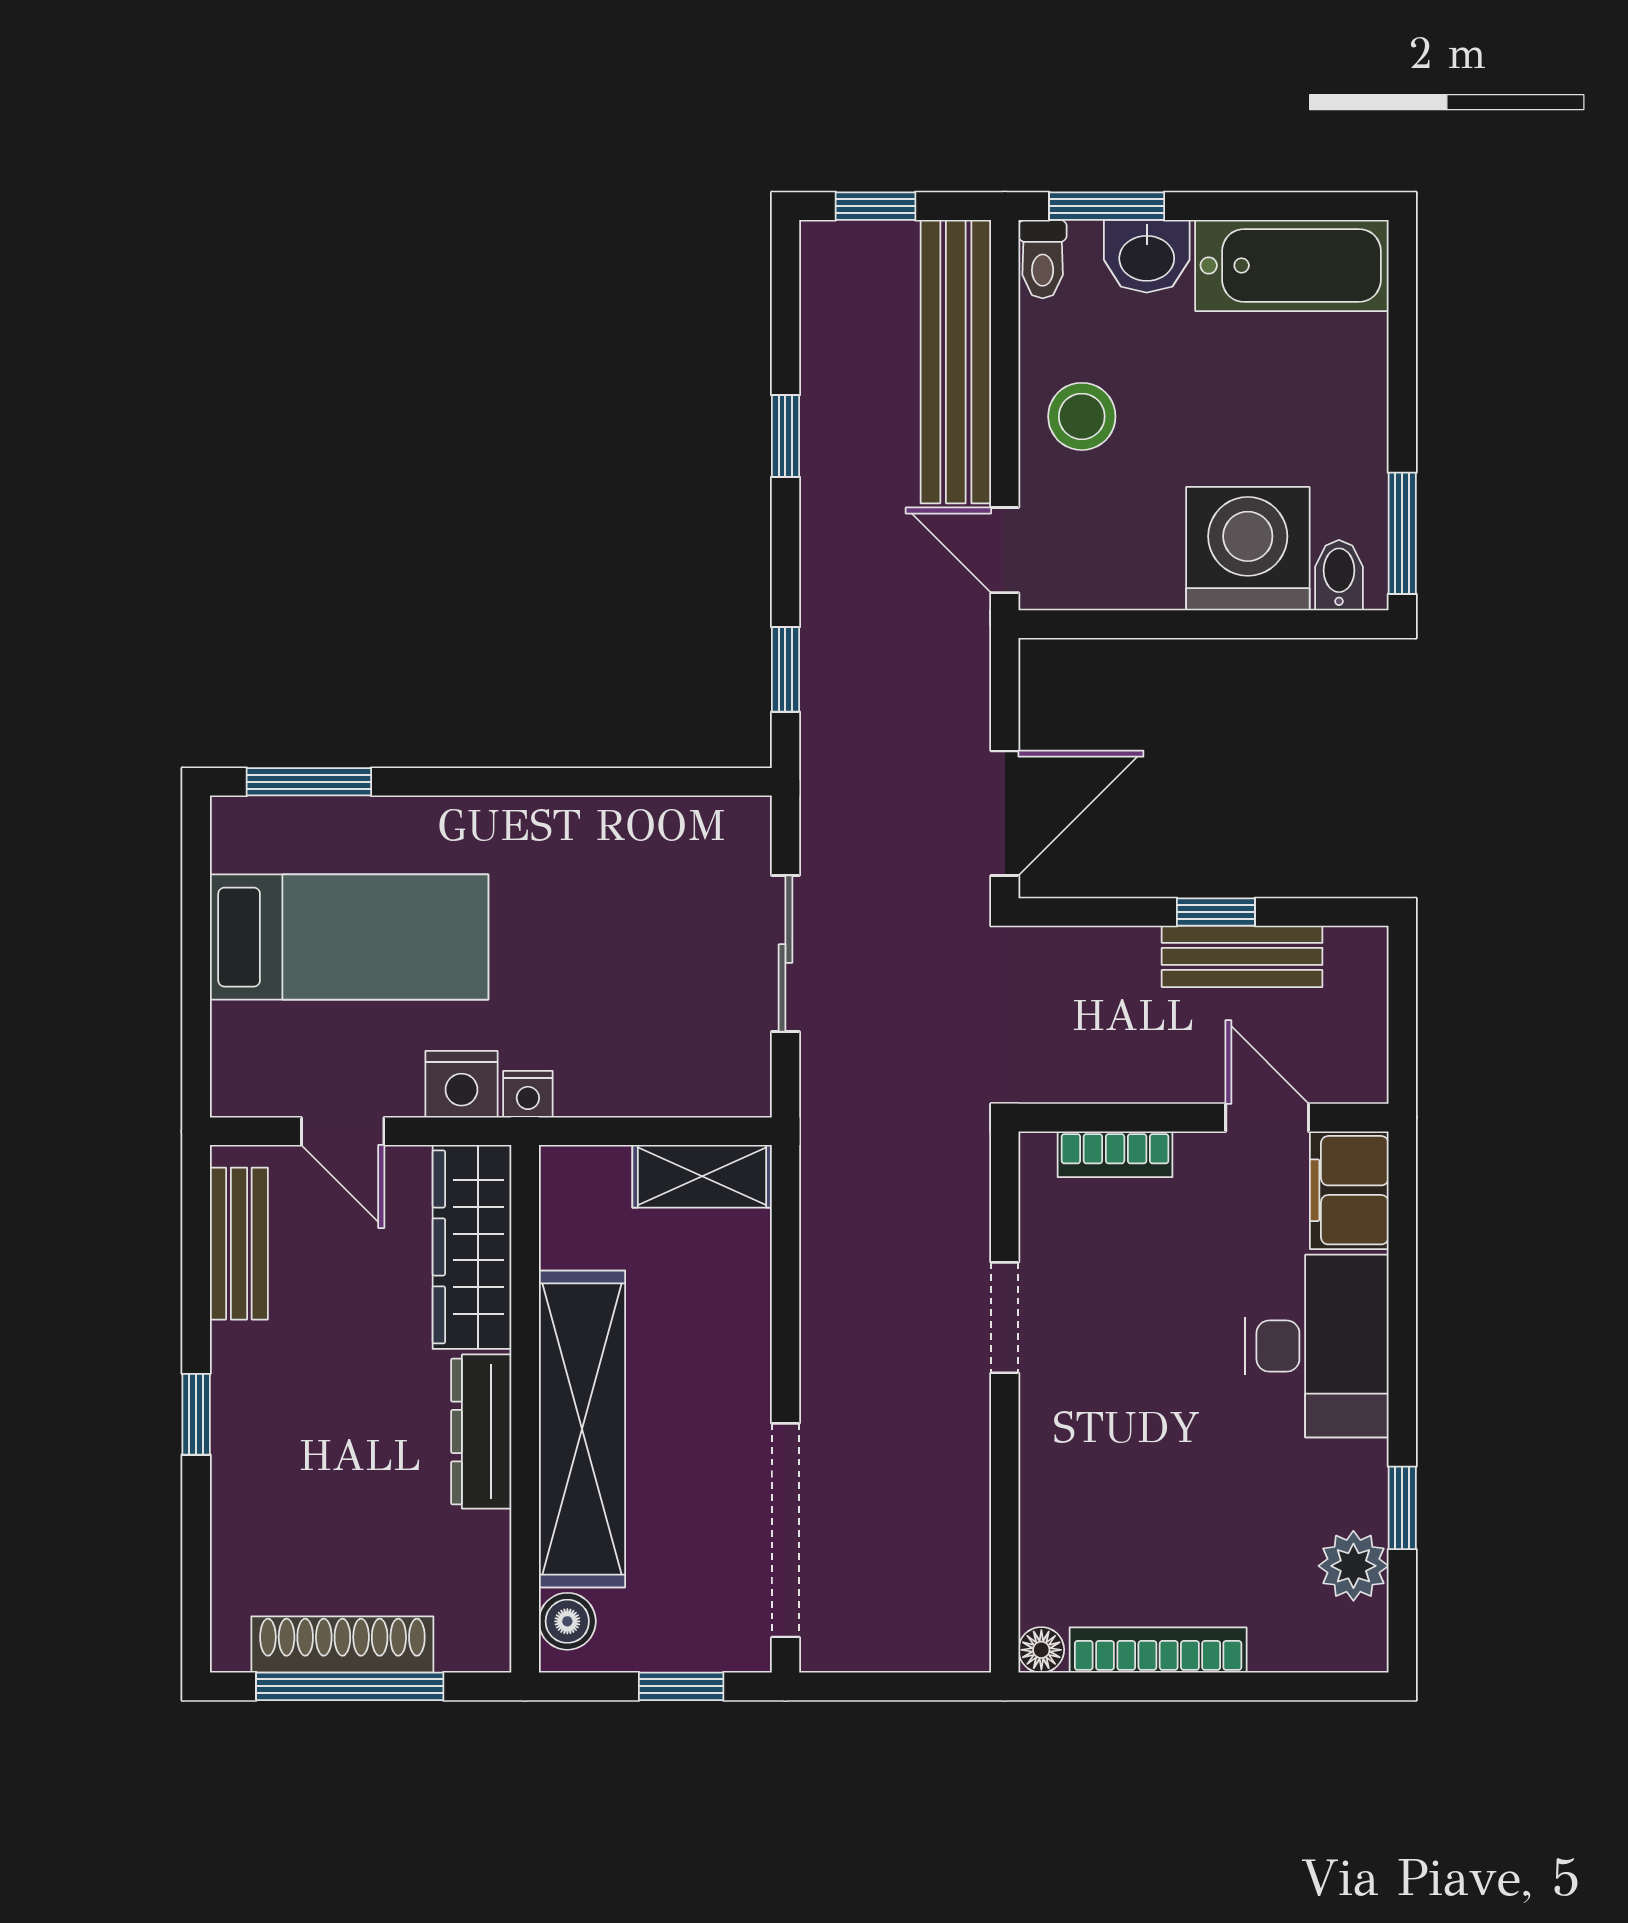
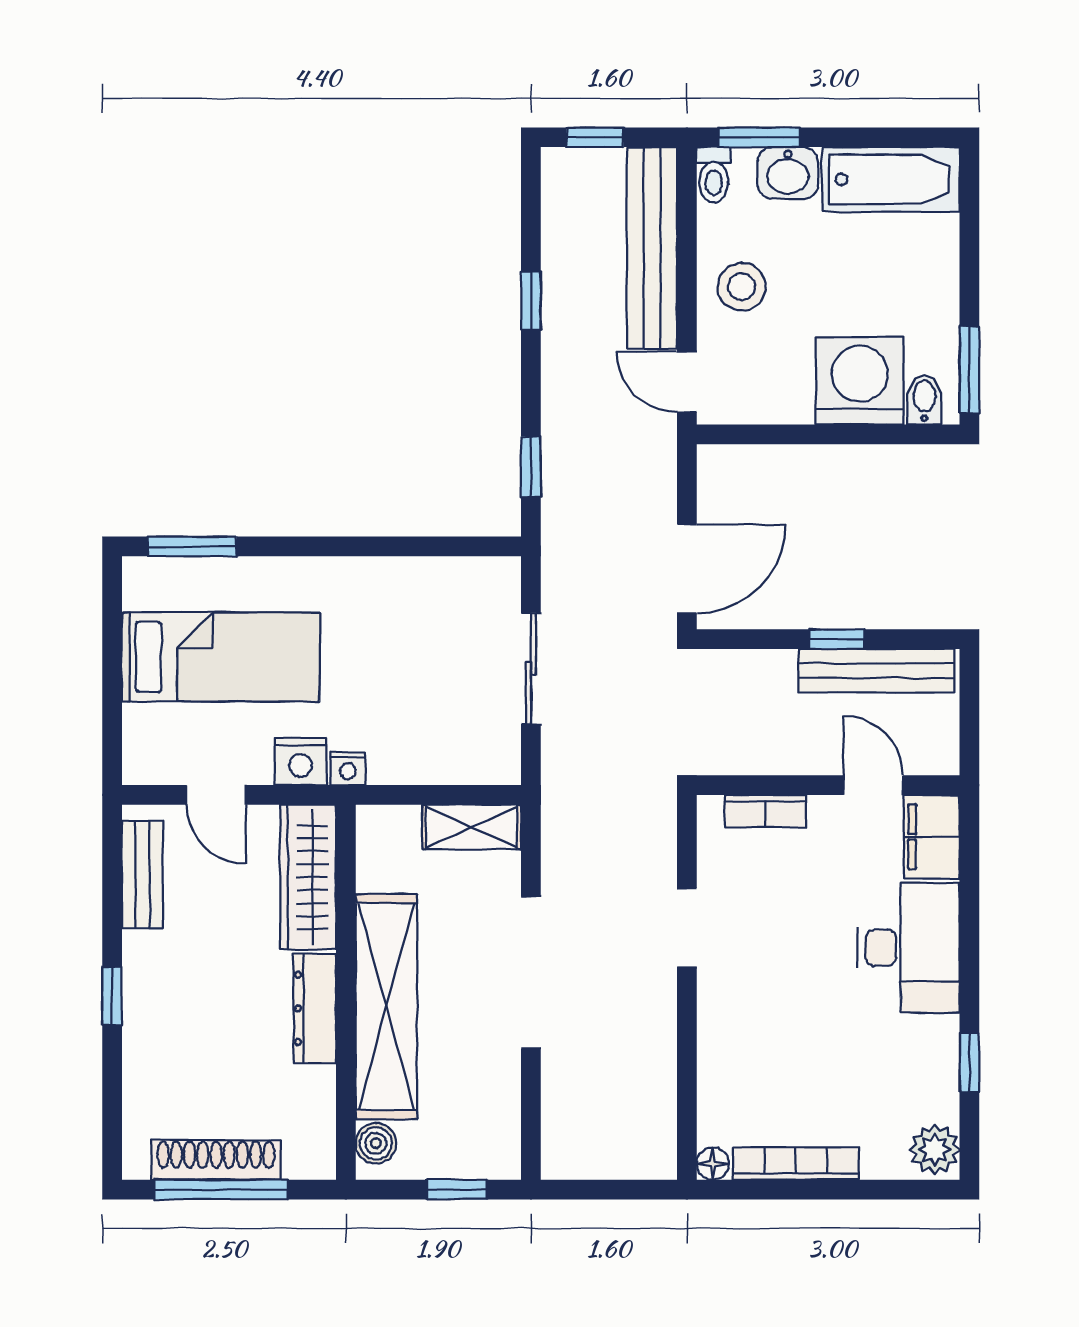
bench: (1242, 956) -> (876, 671), width x1.36
doorway: (785, 1530) -> (531, 973), moved
plant: (1353, 1566) -> (935, 1149), moved

